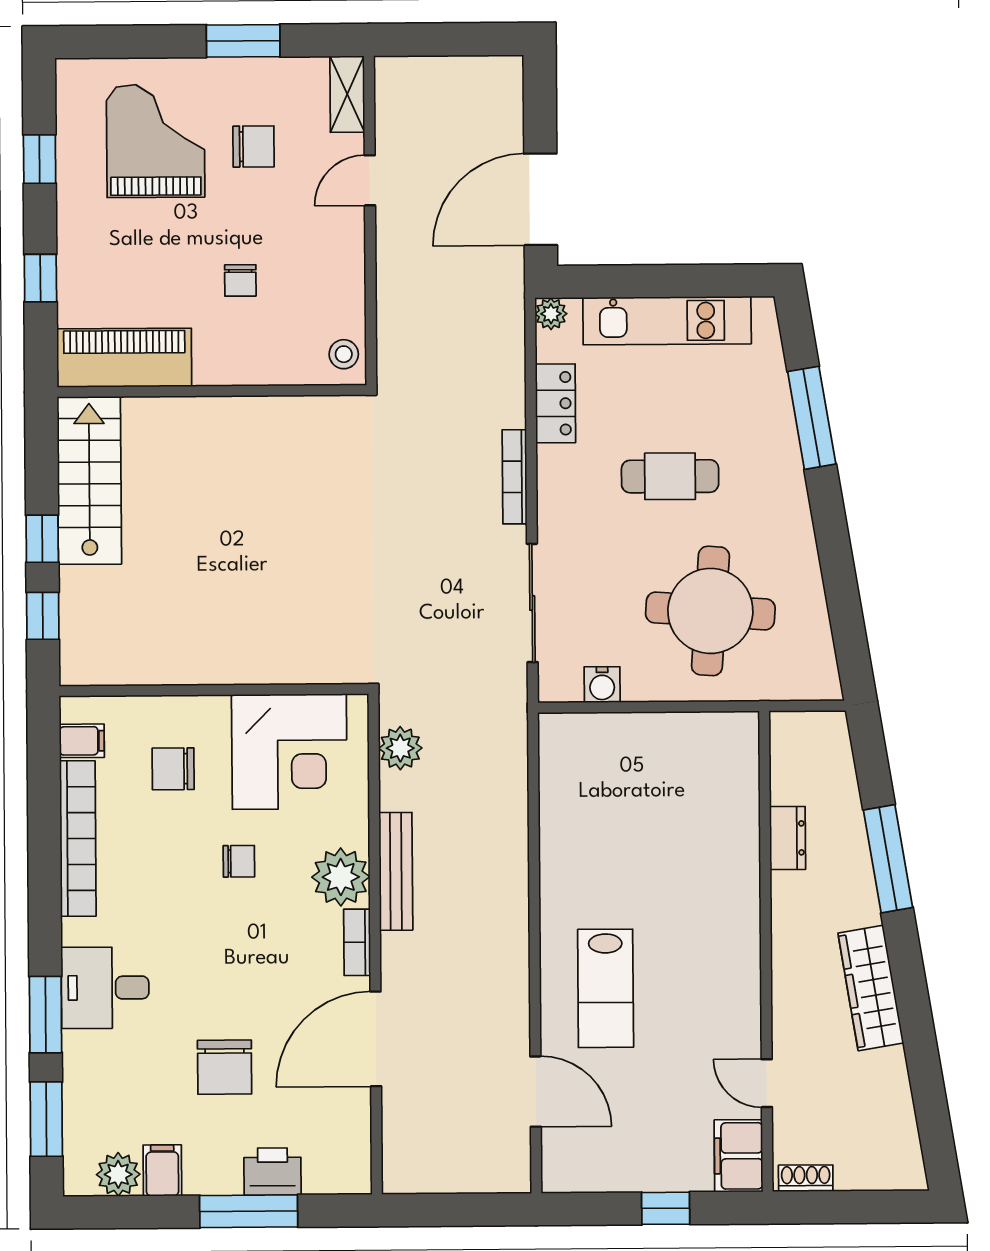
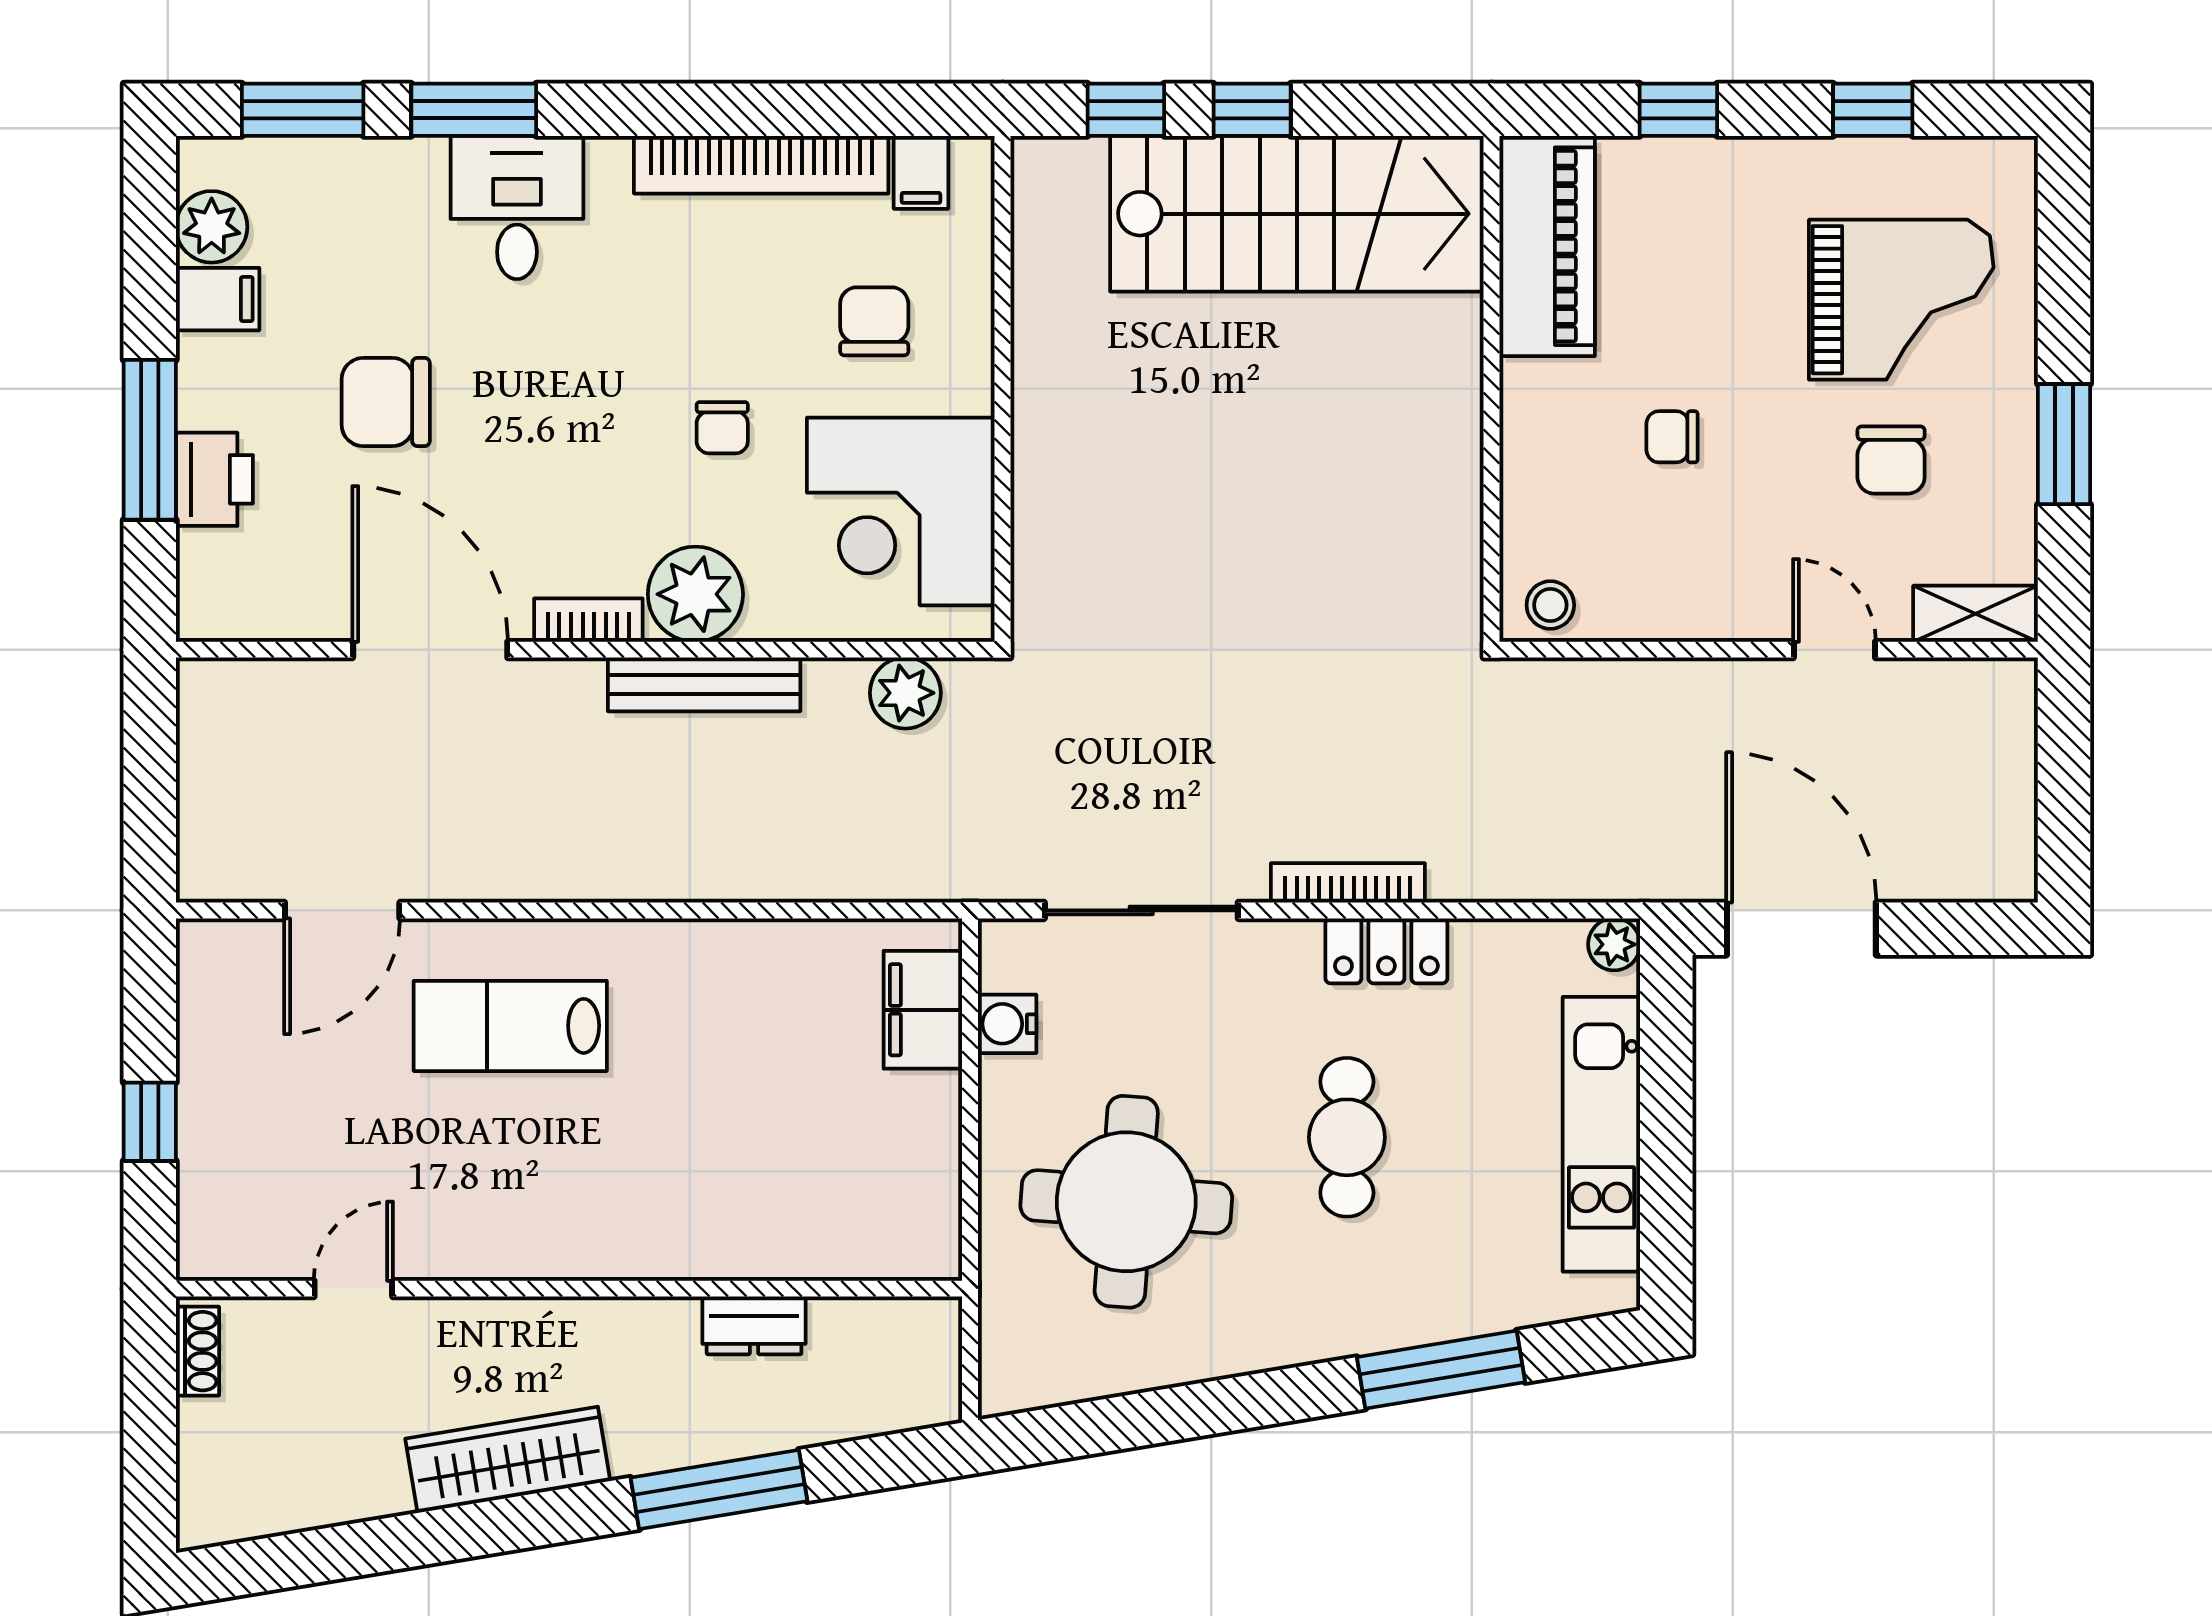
locker: (556, 403) -> (1386, 951), moved
stairs: (89, 480) -> (1297, 214), width x1.36, depth x1.51
filing cabinet: (738, 1156) -> (923, 1010), moved, turned -90

